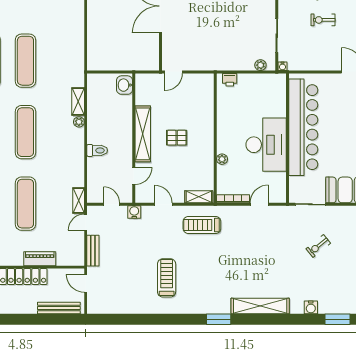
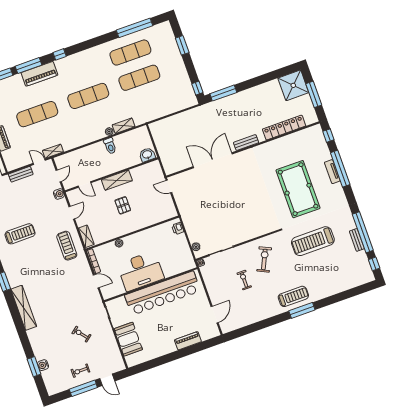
shelving: (143, 134) -> (117, 180), width x0.68
toilet: (97, 150) -> (110, 146), moved
water cooler: (311, 307) -> (43, 365), moved

